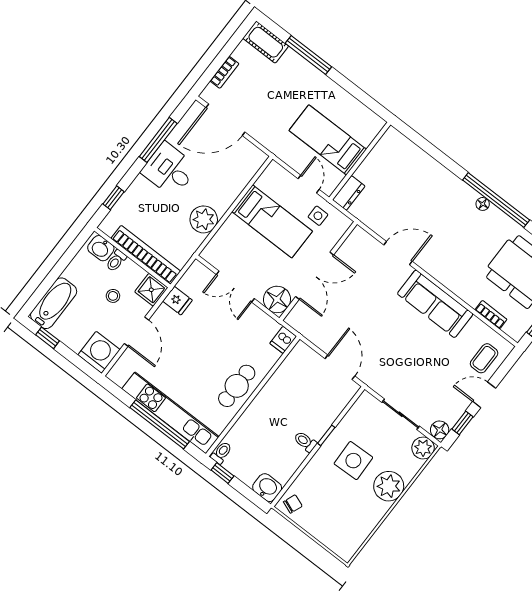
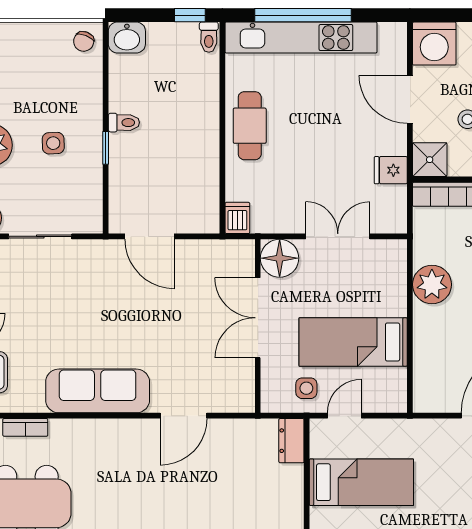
door: (309, 184) -> (344, 416), swing flipped
side table: (353, 461) -> (53, 143), width x0.54, depth x0.54

